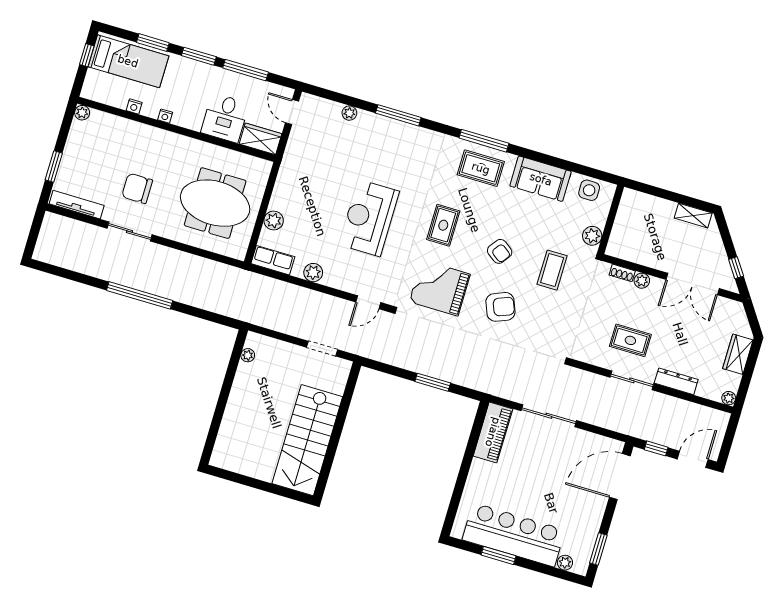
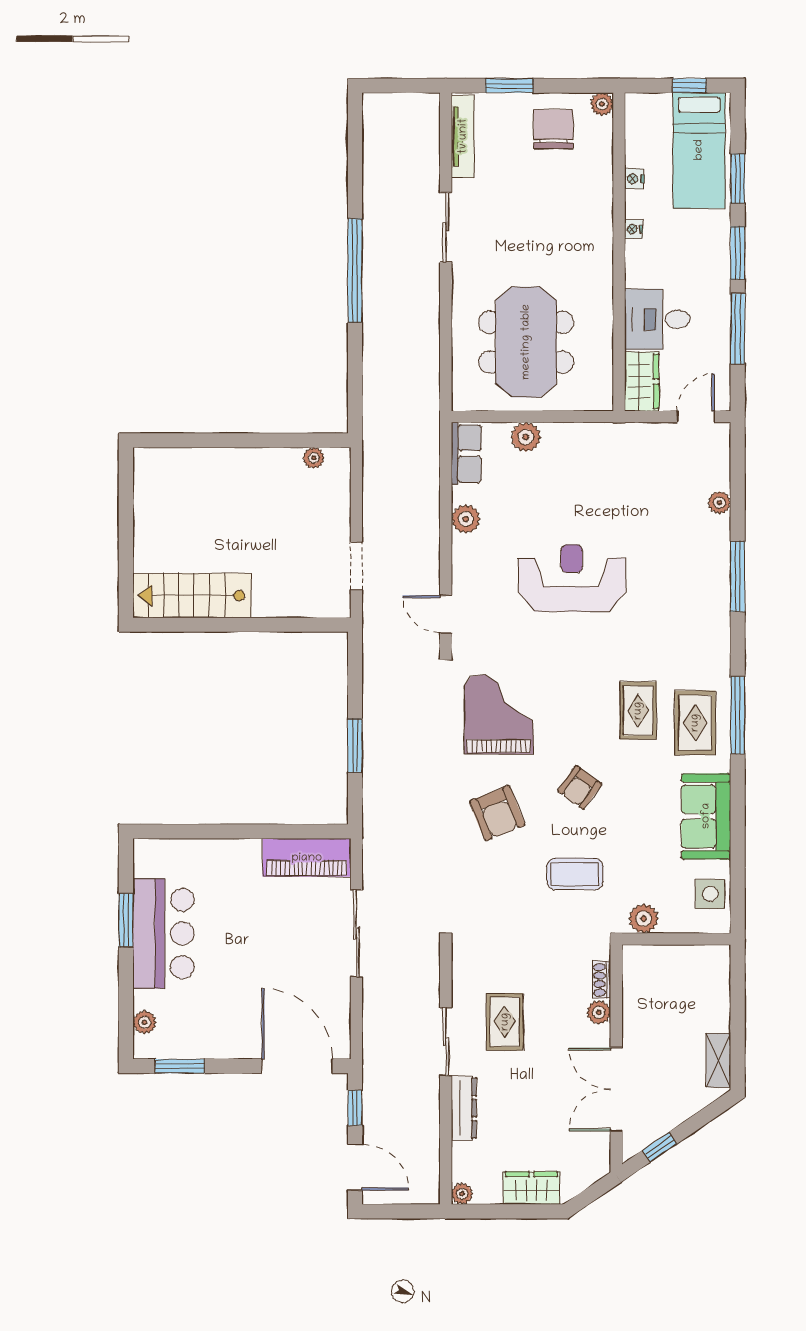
chair: (137, 188) -> (553, 129), moved
rug: (443, 225) -> (638, 711), moved, turned 90
stairs: (307, 440) -> (192, 595), width x0.73, depth x0.66
bar counter: (514, 535) -> (163, 933), width x0.73

